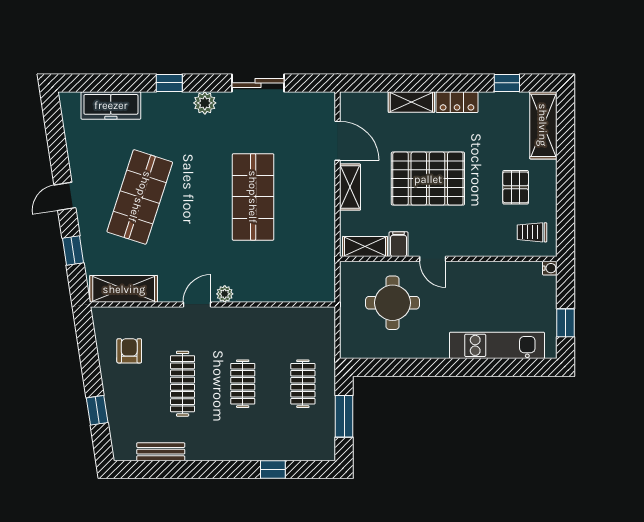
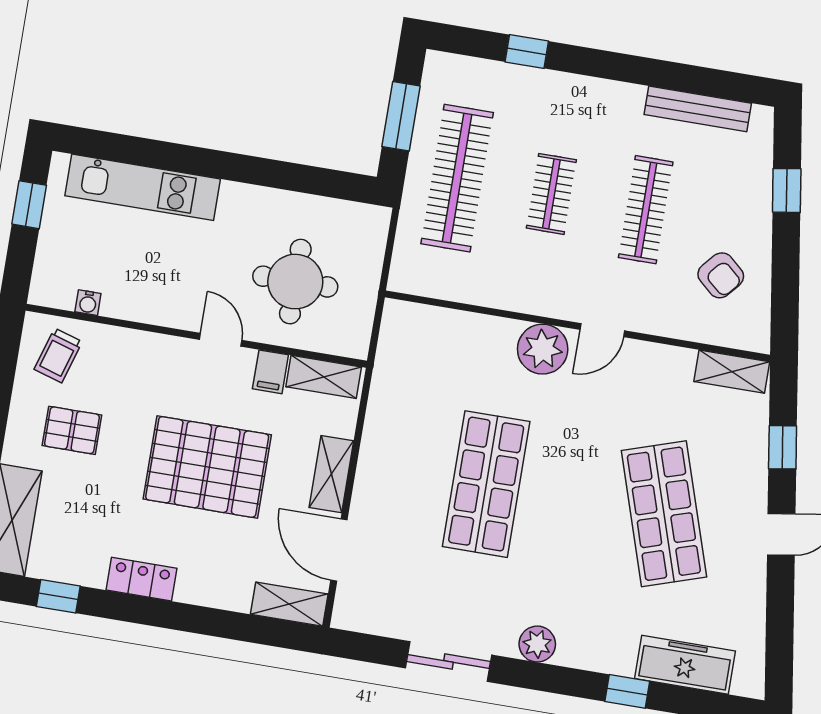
window: (169, 83) -> (627, 691), moved
shelving: (411, 102) -> (289, 604), moved
pallet: (516, 187) -> (72, 430), turned 90
shop shelf: (140, 197) -> (664, 514), turned -36
trolley: (532, 232) -> (58, 355), turned 107
water cooler: (550, 268) -> (88, 303), moved, turned -90
shelving: (124, 289) -> (732, 372), width x0.67, depth x0.75
plant: (225, 294) -> (543, 349), width x1.88, depth x1.88
armchair: (129, 351) -> (721, 275), turned -49
clothes rail: (303, 384) -> (457, 178), width x1.86, depth x1.31
bench: (161, 452) -> (698, 109), width x1.36

